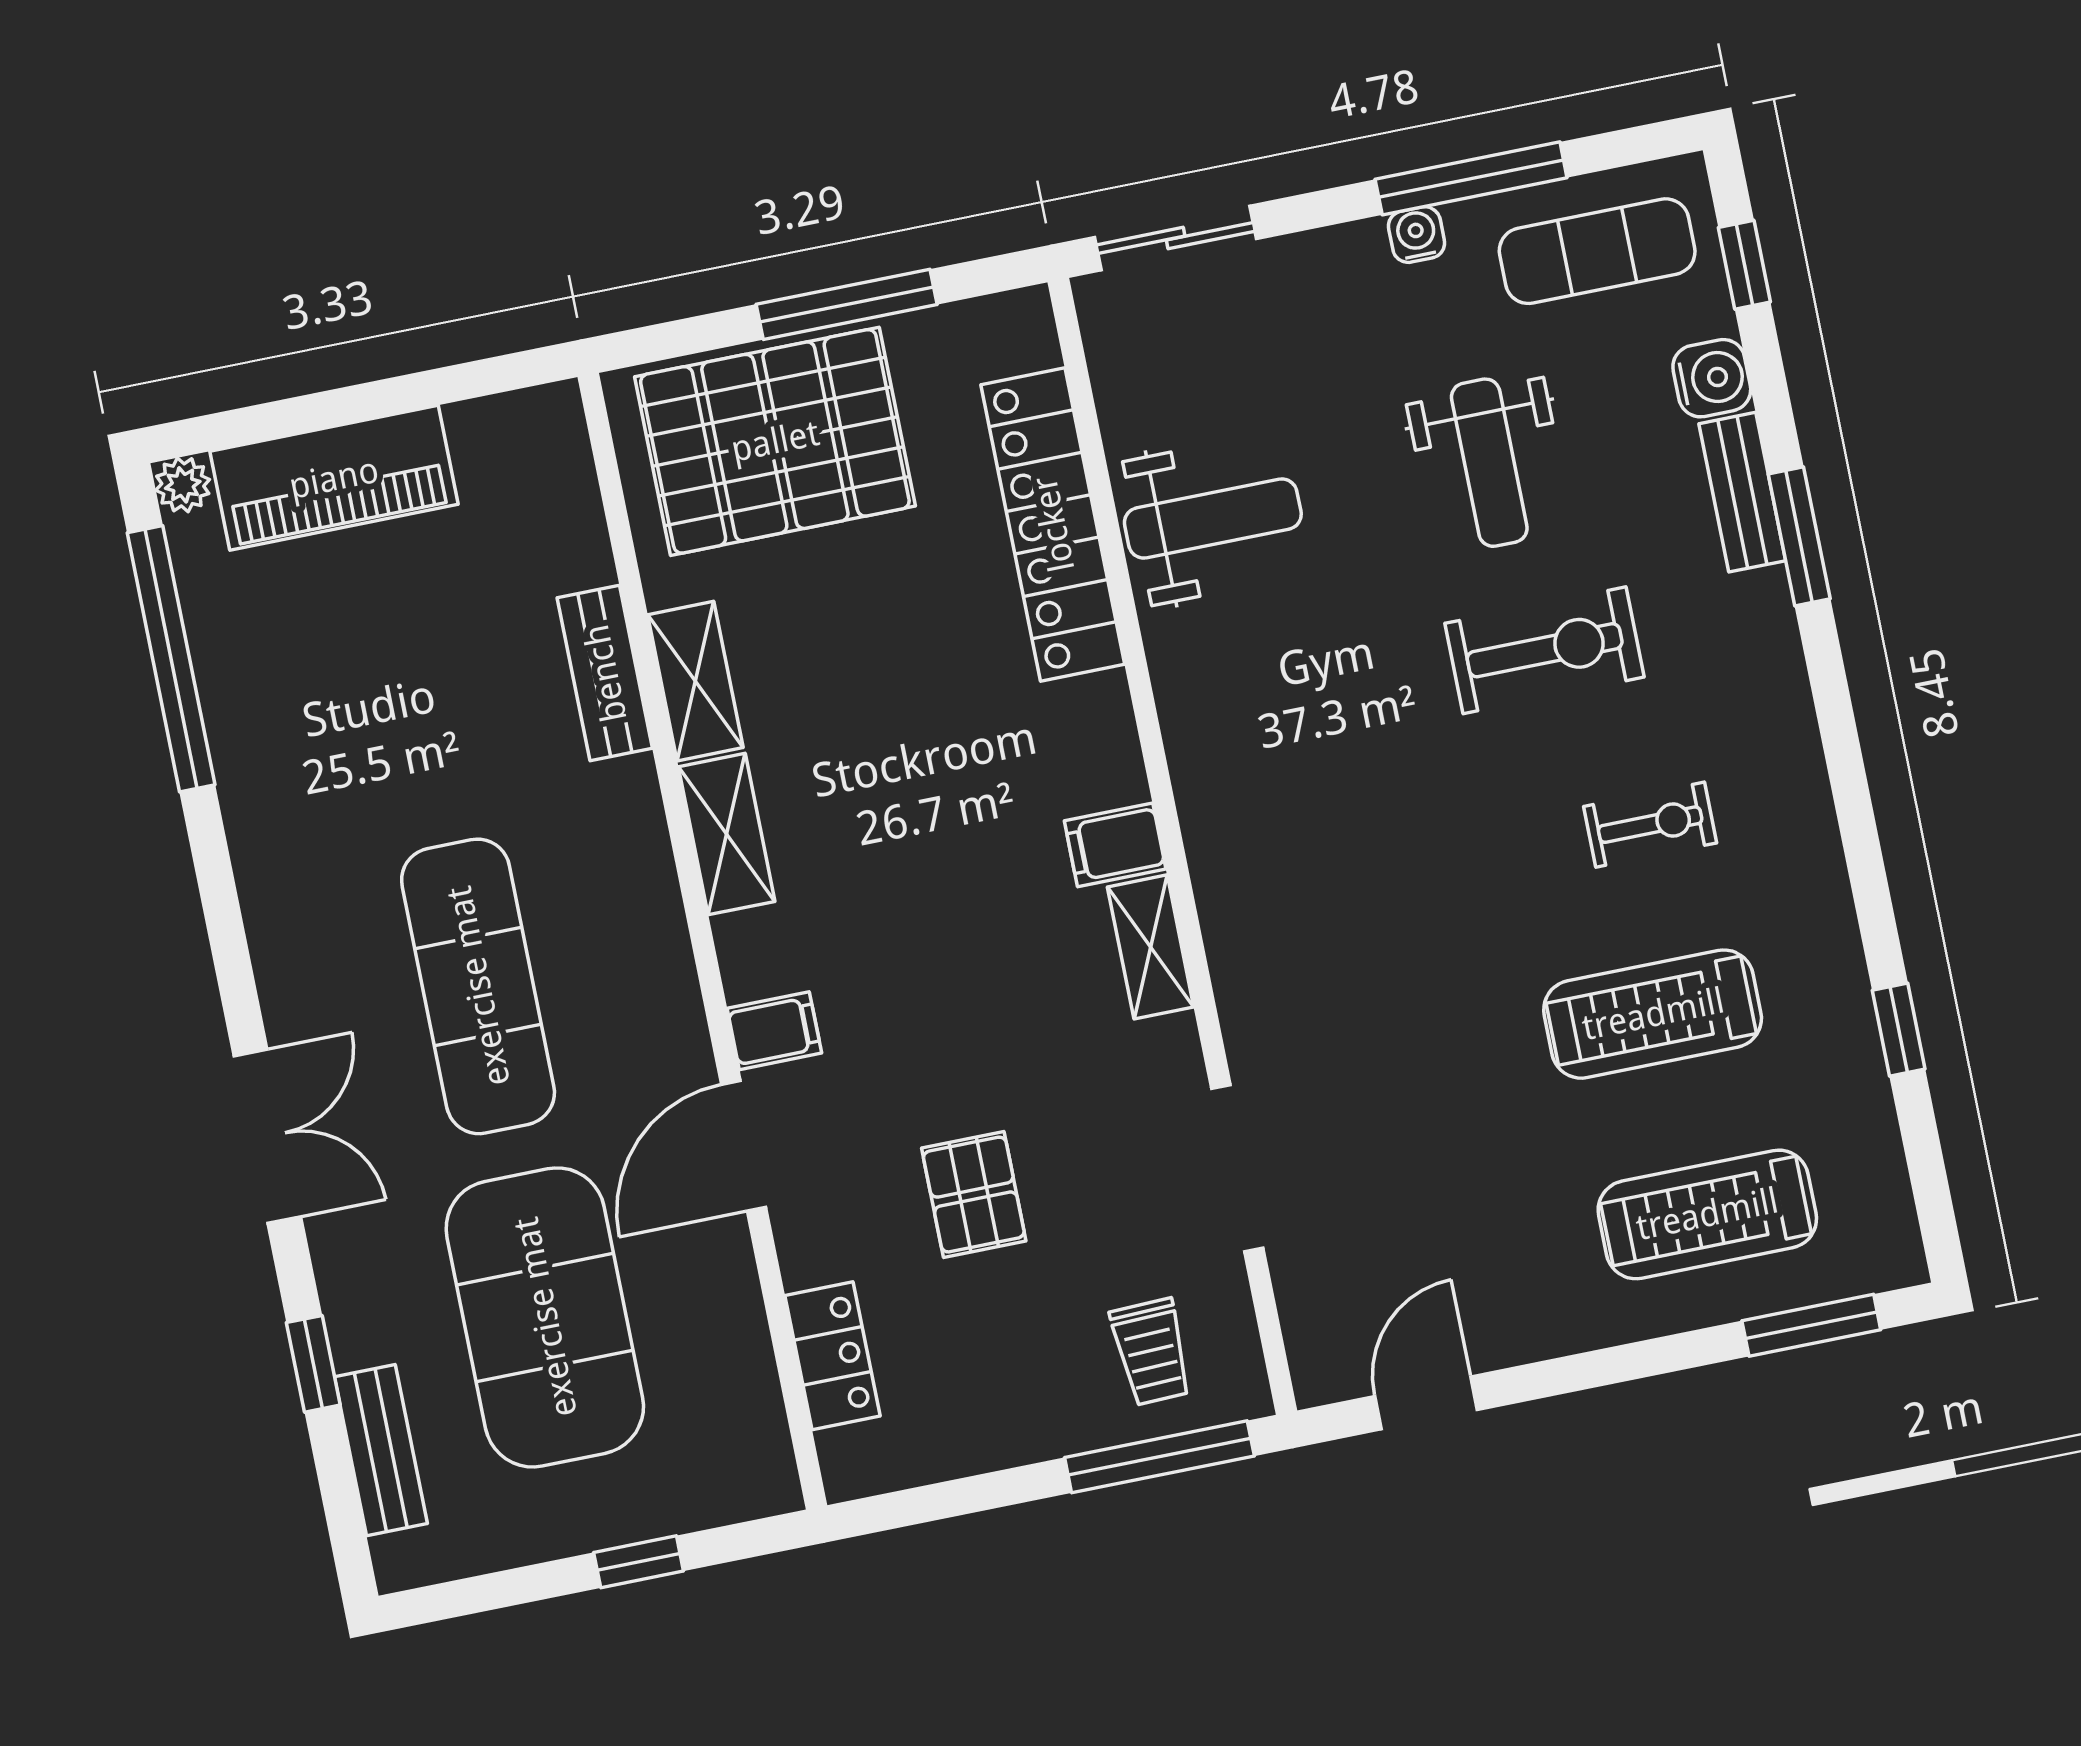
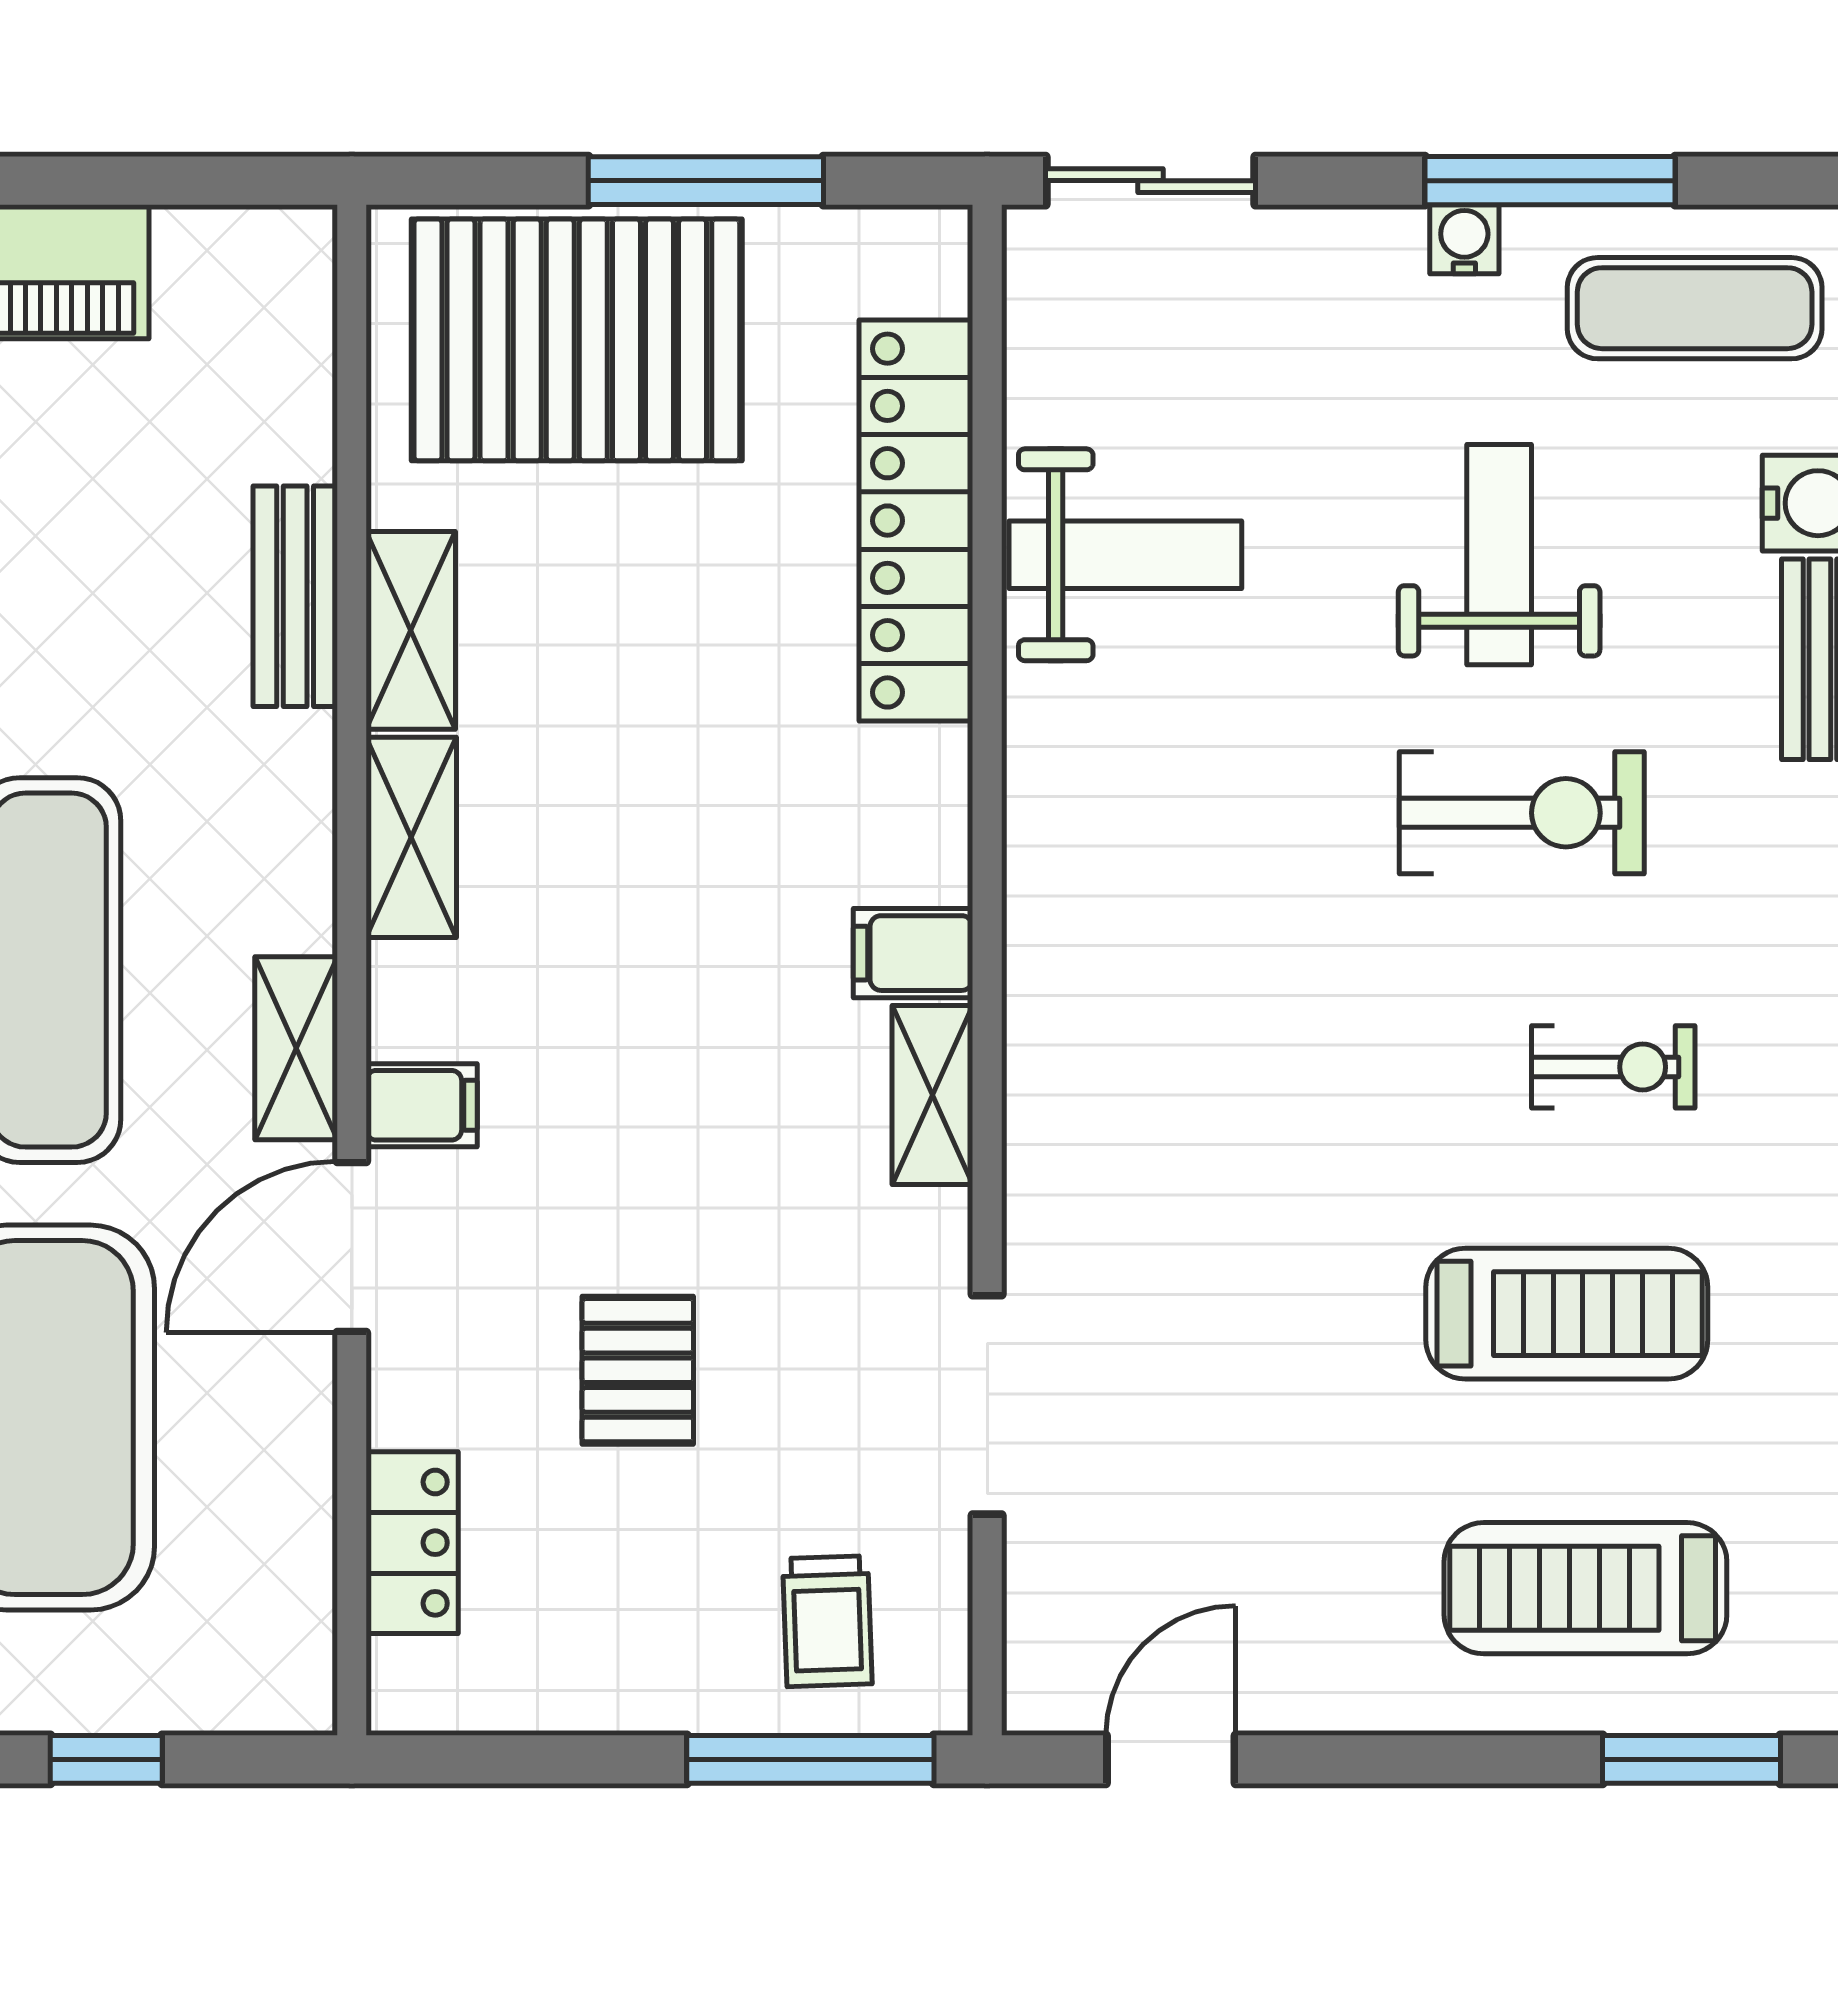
weight bench: (1489, 463) -> (1499, 555), turned 180
shelving: (673, 1007) -> (296, 1048), added
treadmill: (1653, 1014) -> (1567, 1314), turned 180

